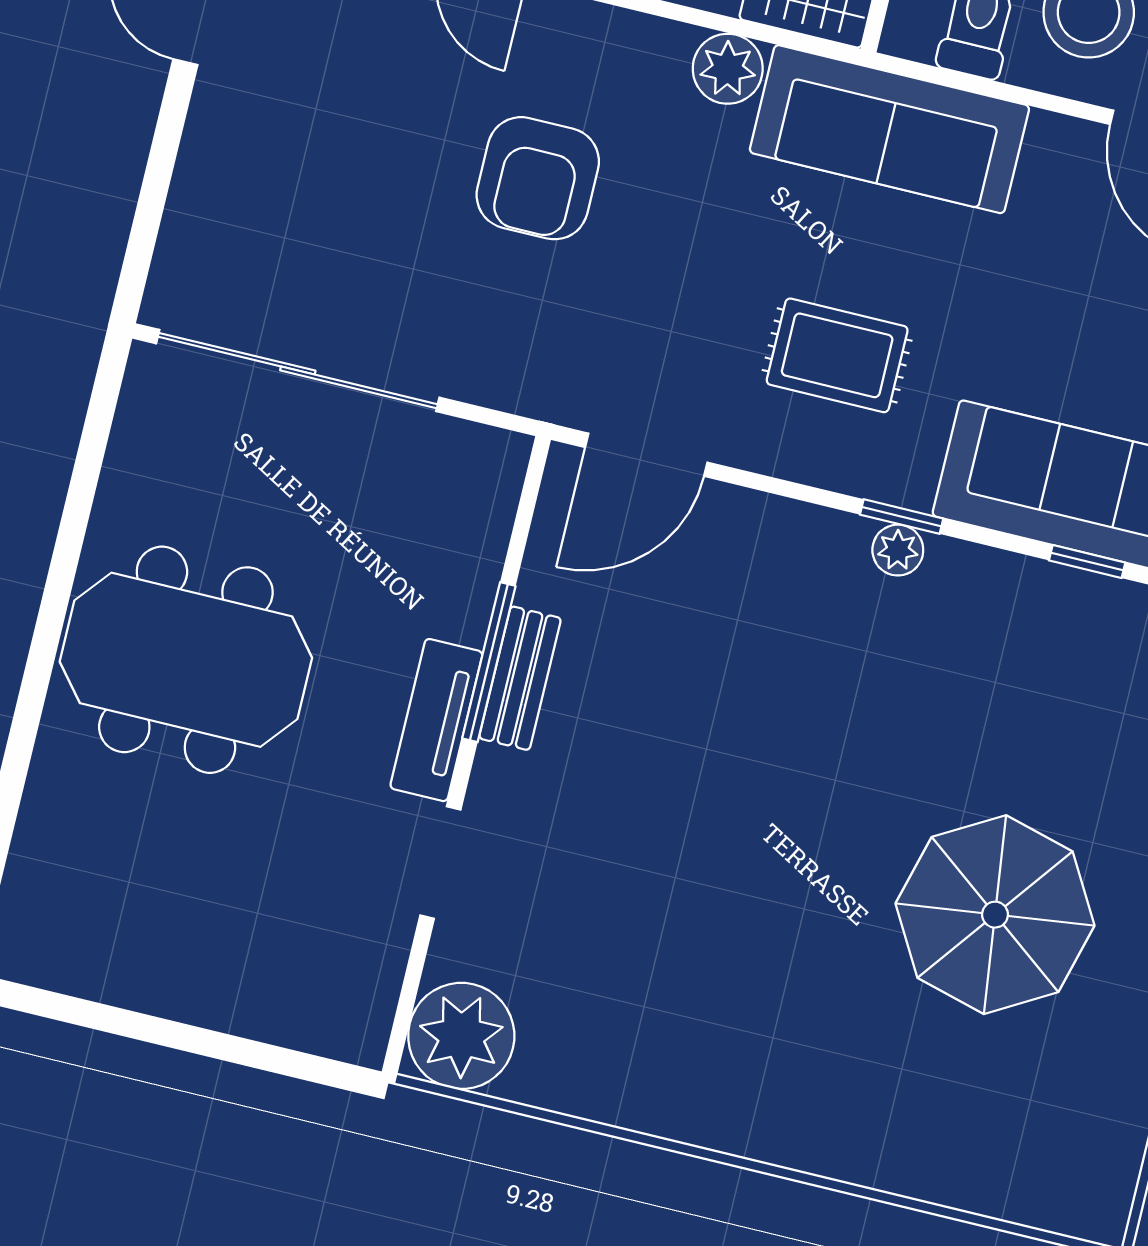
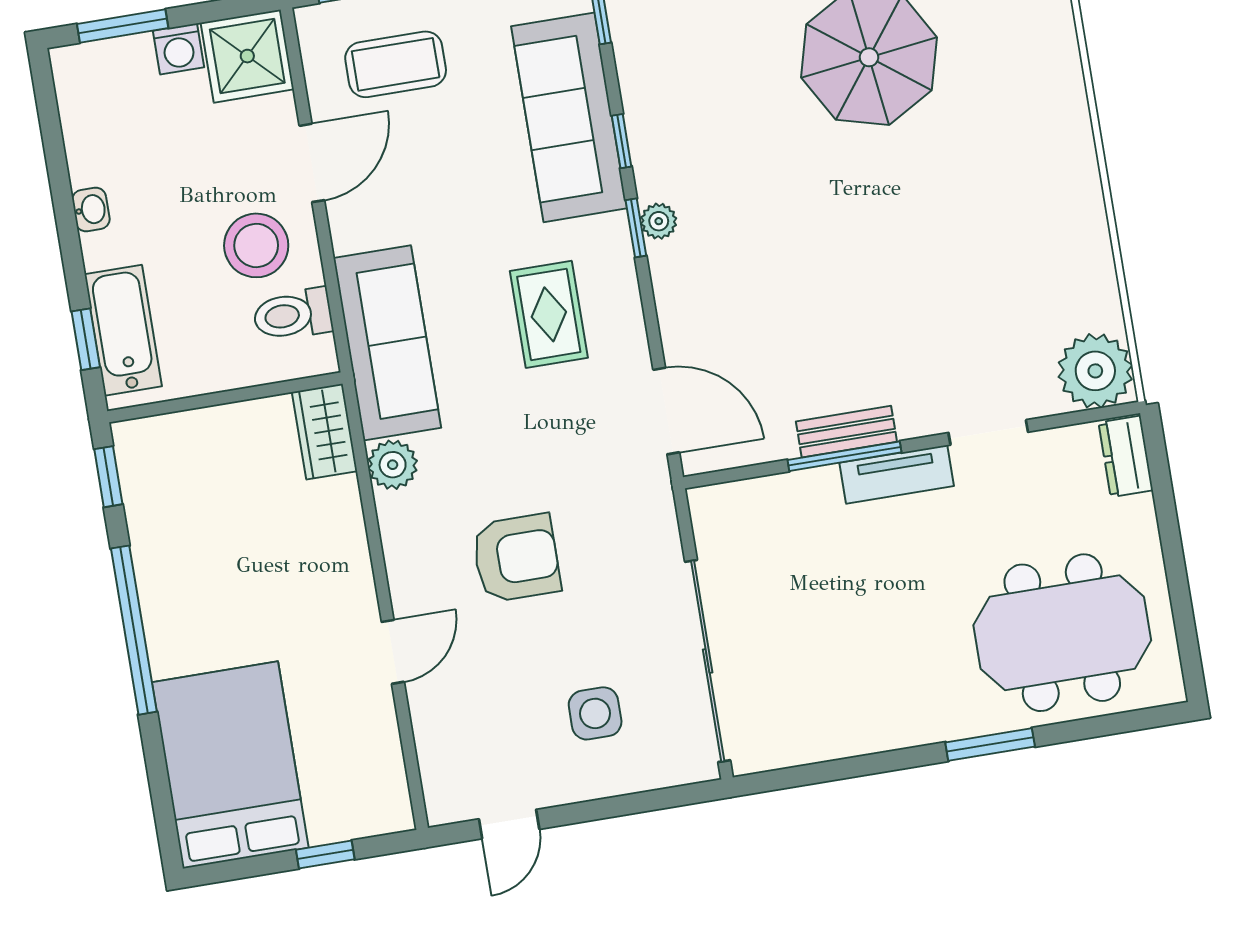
side table: (292, 195) -> (595, 713), added
window: (1087, 562) -> (622, 141), moved
meeting table: (186, 660) -> (1062, 633), moved, turned 90
window: (33, 692) -> (990, 744), added
dresser: (333, 1028) -> (1126, 456), added

